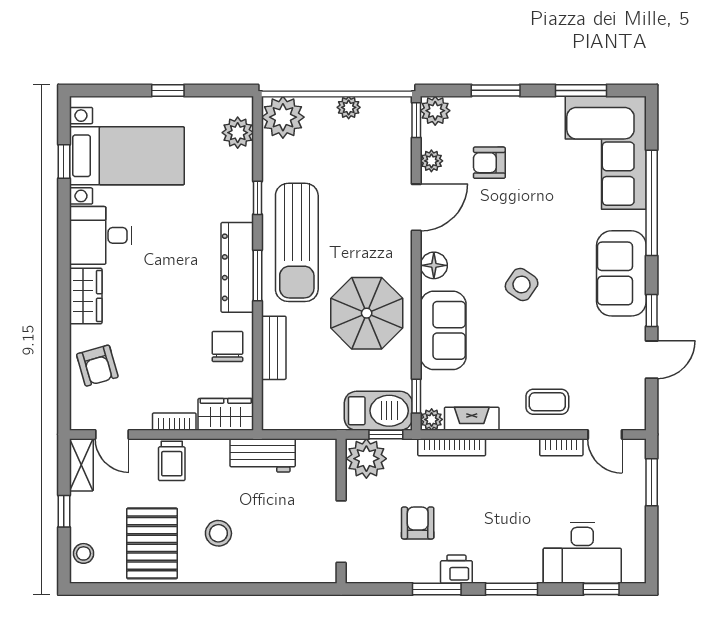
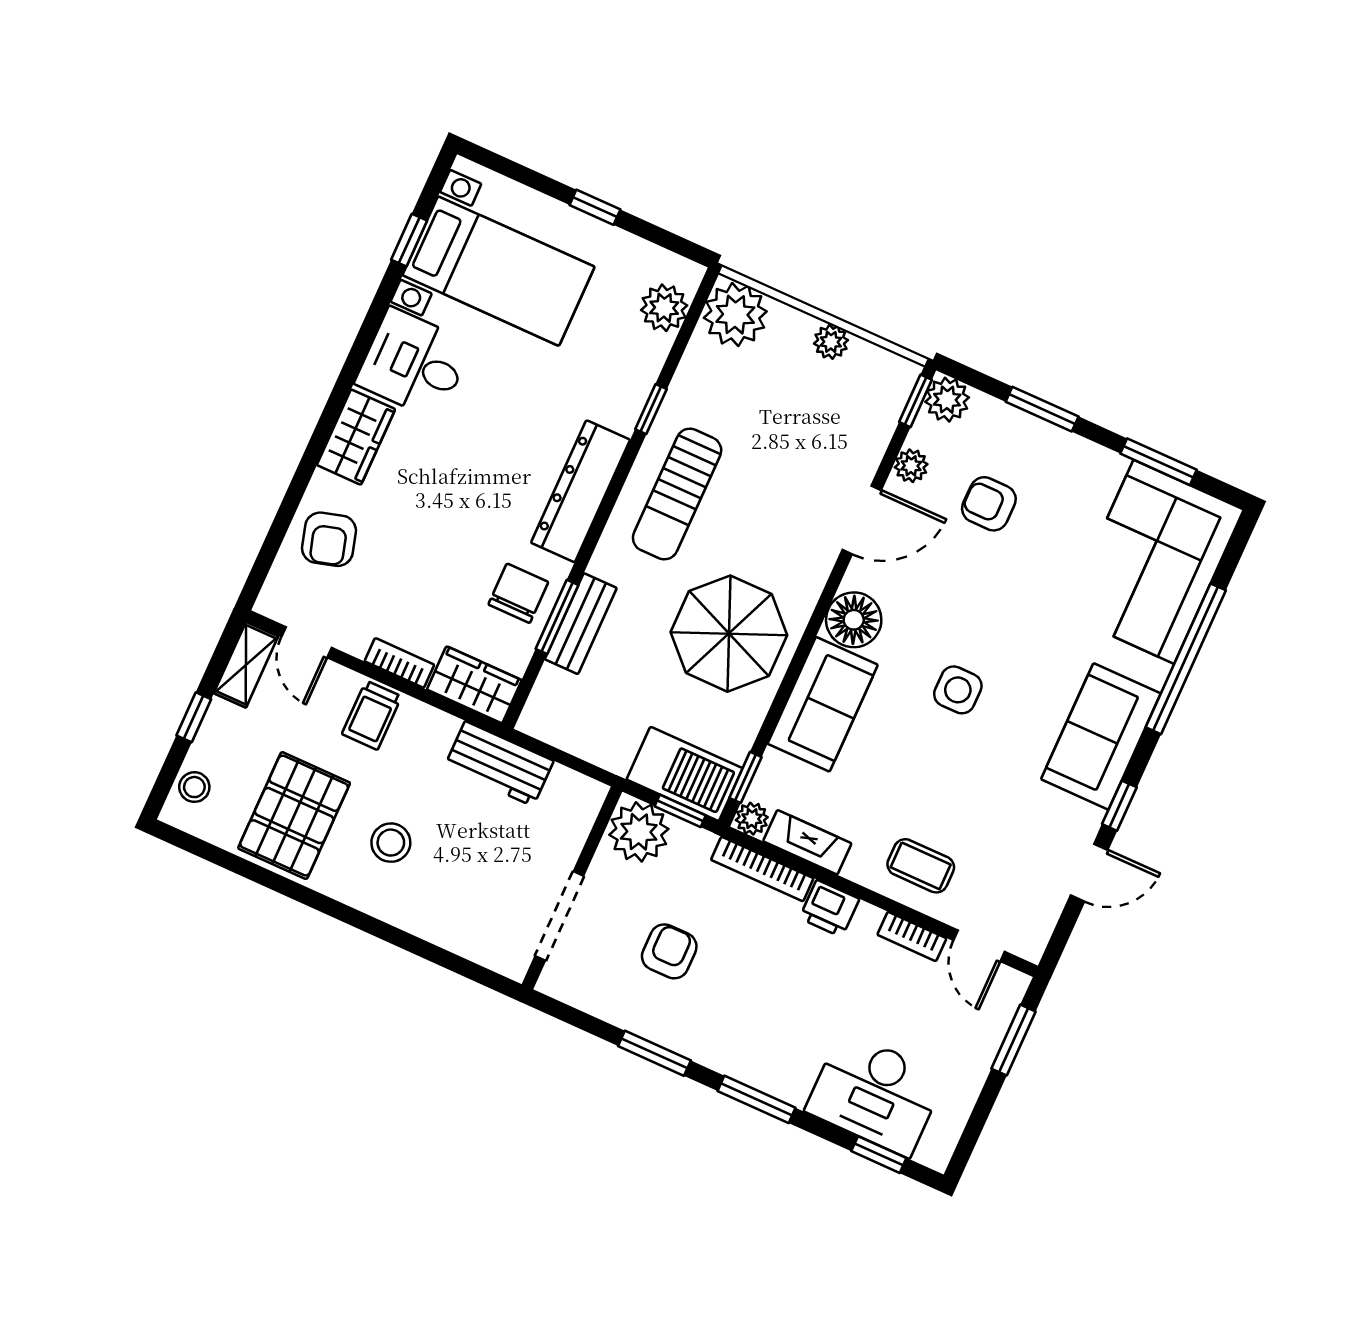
sun lounger: (297, 242) -> (677, 494), width x0.73, depth x0.75
floor lamp: (434, 265) -> (854, 620), width x1.38, depth x1.38
window: (258, 275) -> (557, 617), moved
side table: (522, 285) -> (958, 690), turned -34
printer: (456, 569) -> (829, 909), moved, turned 180

